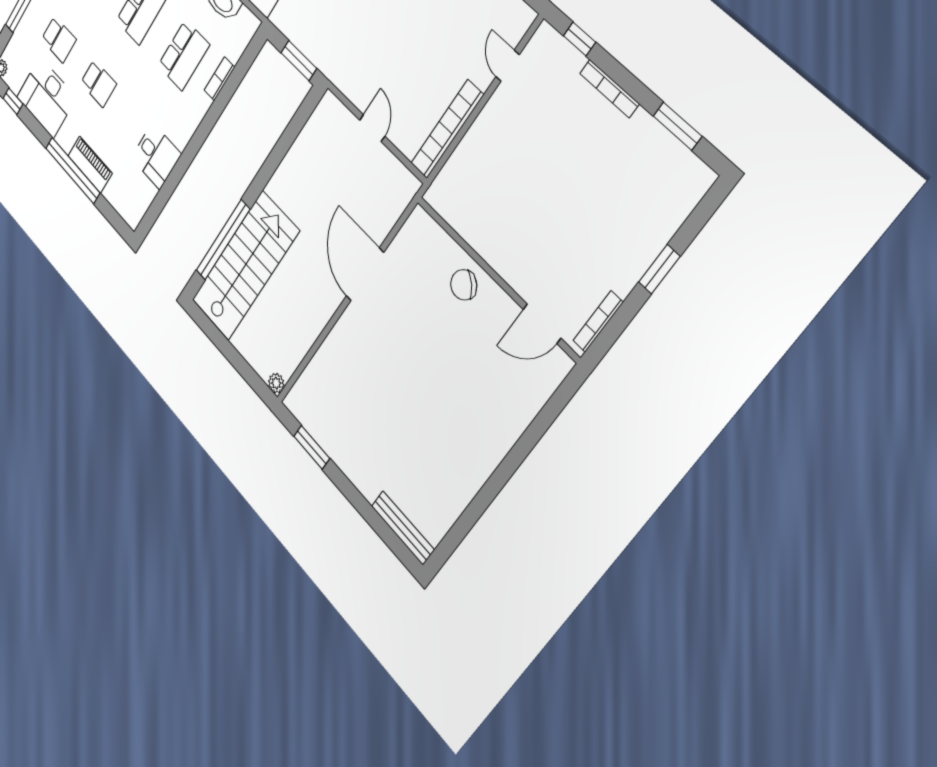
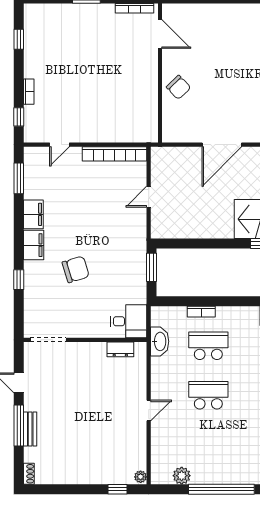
bookcase: (609, 89) -> (29, 92), width x0.64
window: (677, 126) -> (19, 39), width x0.67

